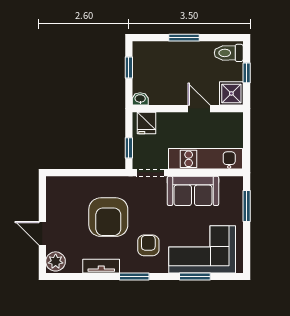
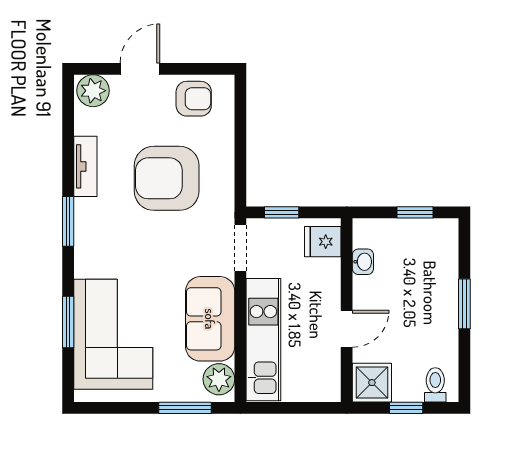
toilet: (229, 53) -> (435, 385), width x0.73, depth x0.72
washbasin: (140, 99) -> (363, 262), moved
plant: (229, 186) -> (219, 379), added
armchair: (148, 245) -> (194, 99), moved

